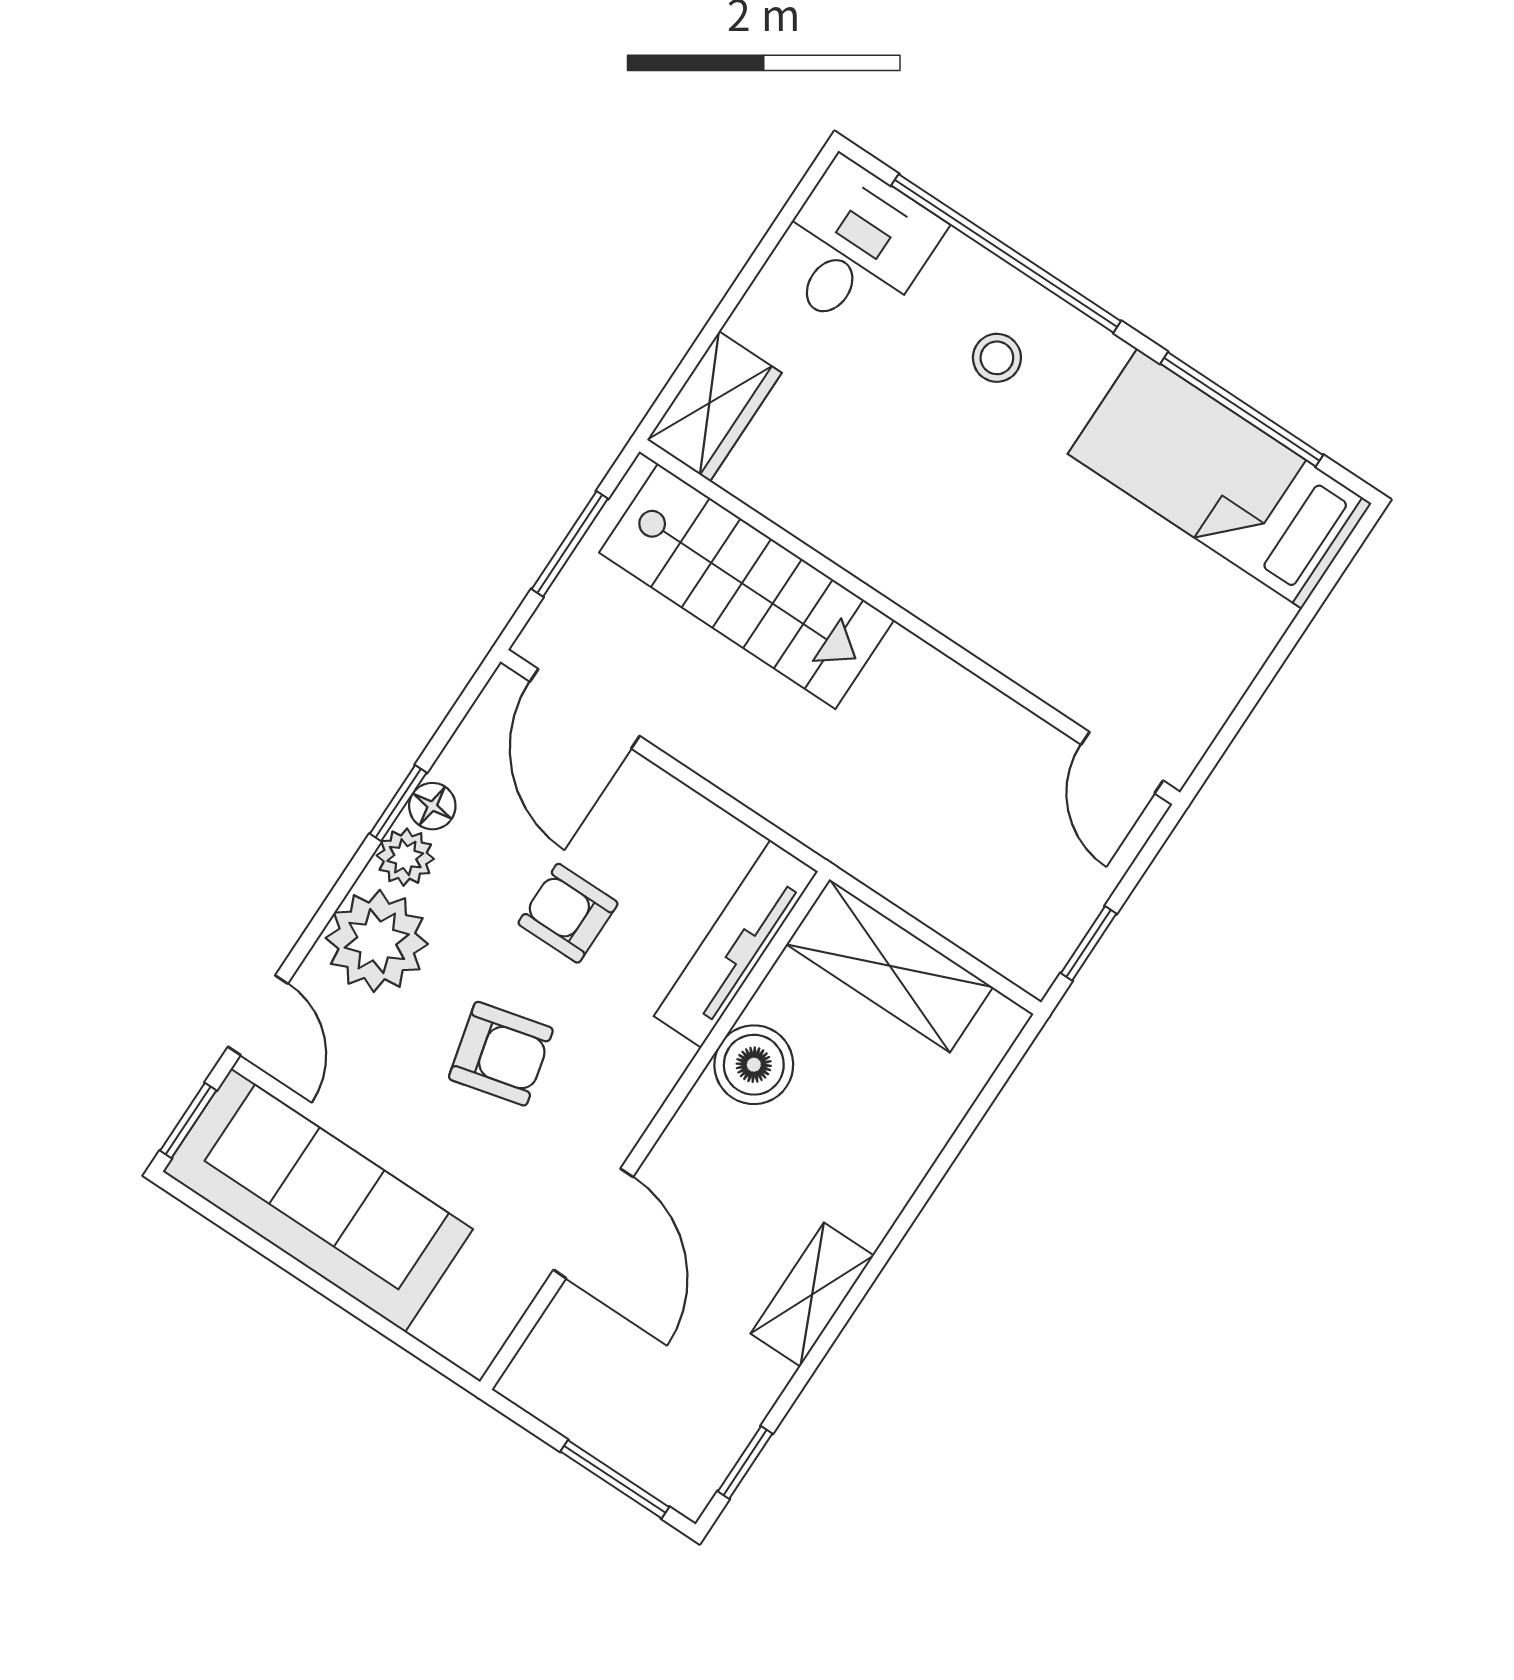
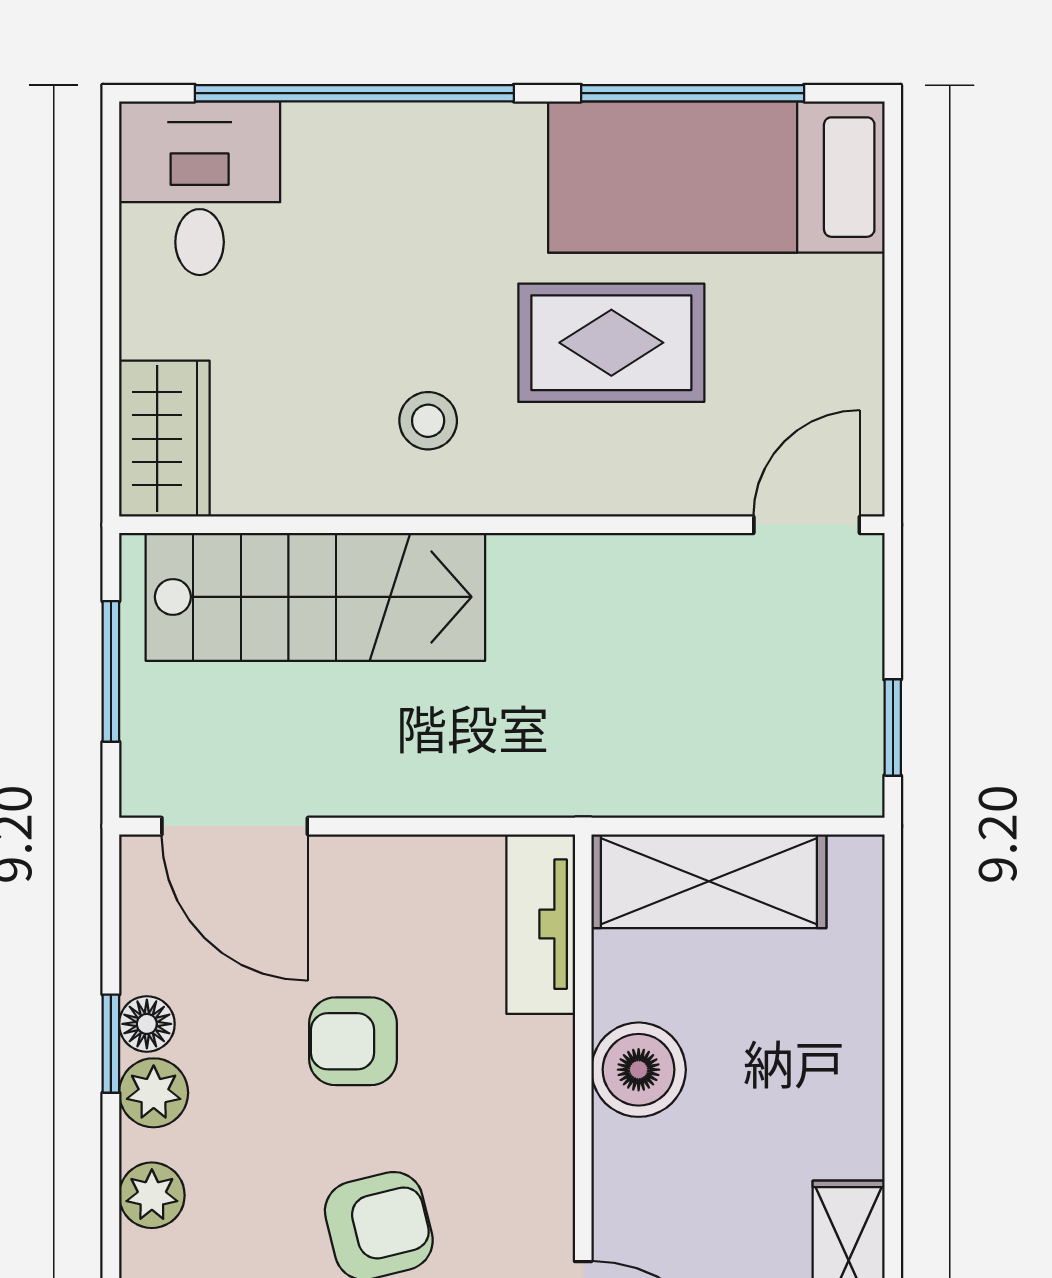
stool: (997, 358) -> (428, 421), moved
rug: (1070, 546) -> (611, 343), added
door: (1122, 763) -> (807, 525), swing flipped
plant: (377, 941) -> (152, 1195), width x0.53, depth x0.53
tv unit: (736, 944) -> (541, 924), width x0.71

